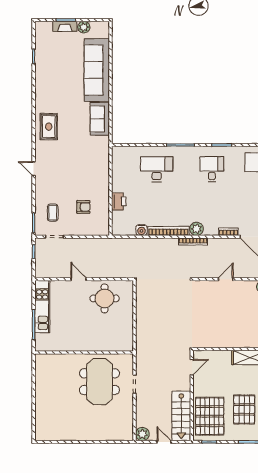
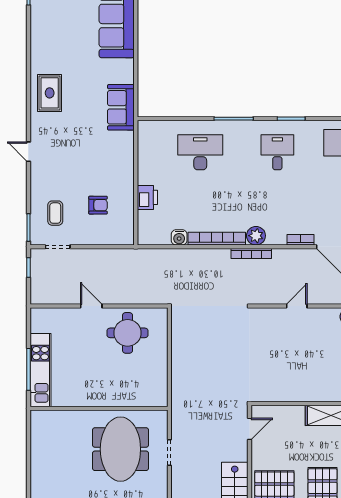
sofa: (100, 119) -> (121, 107), moved
kitchen unit: (42, 307) -> (40, 370), moved

